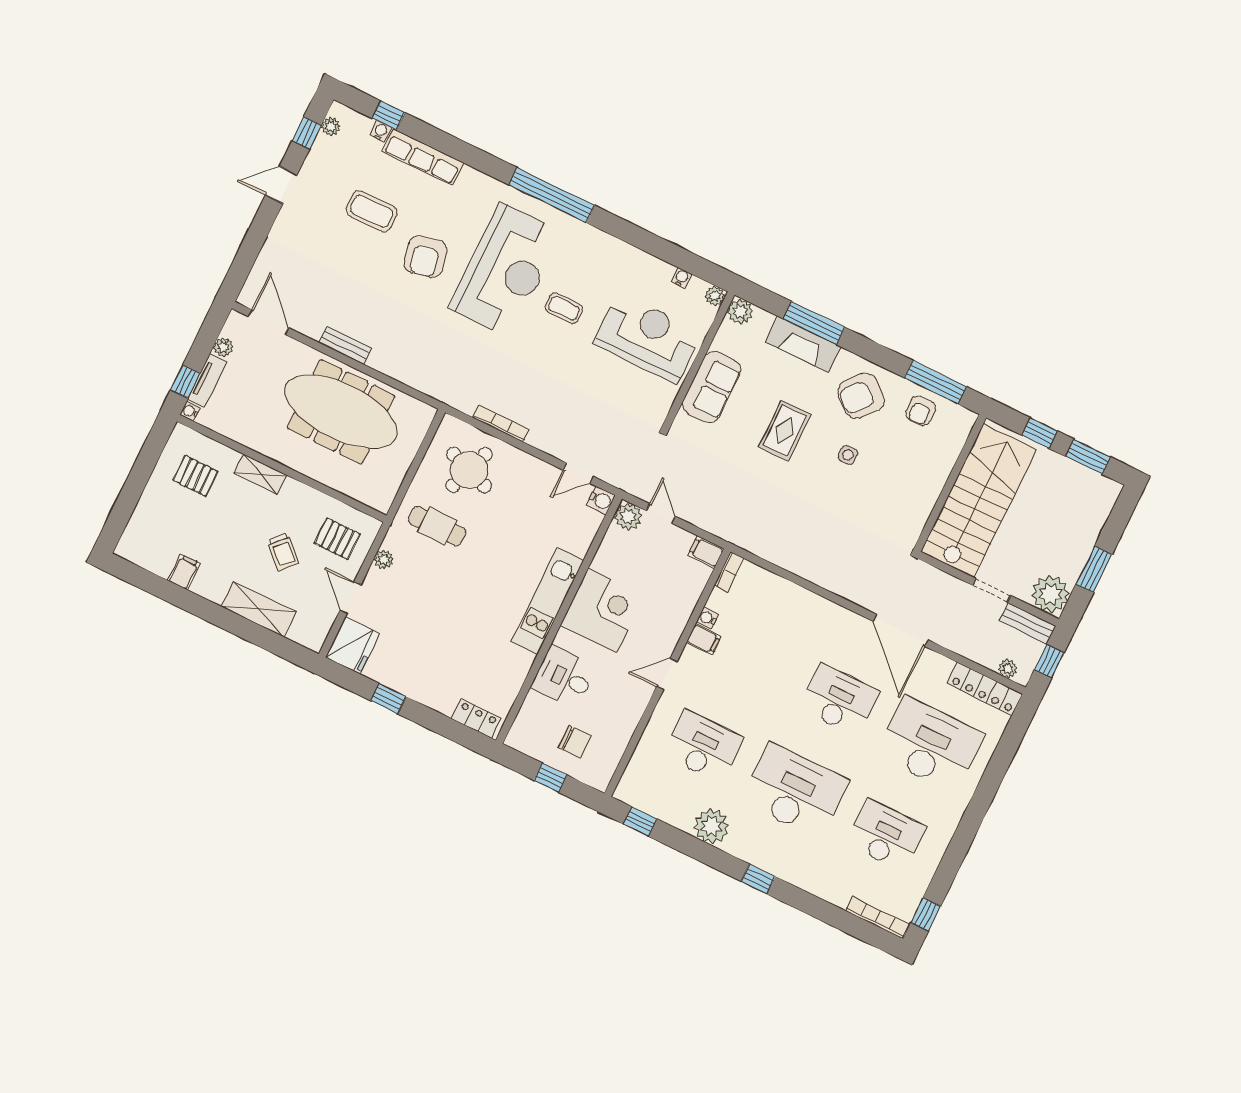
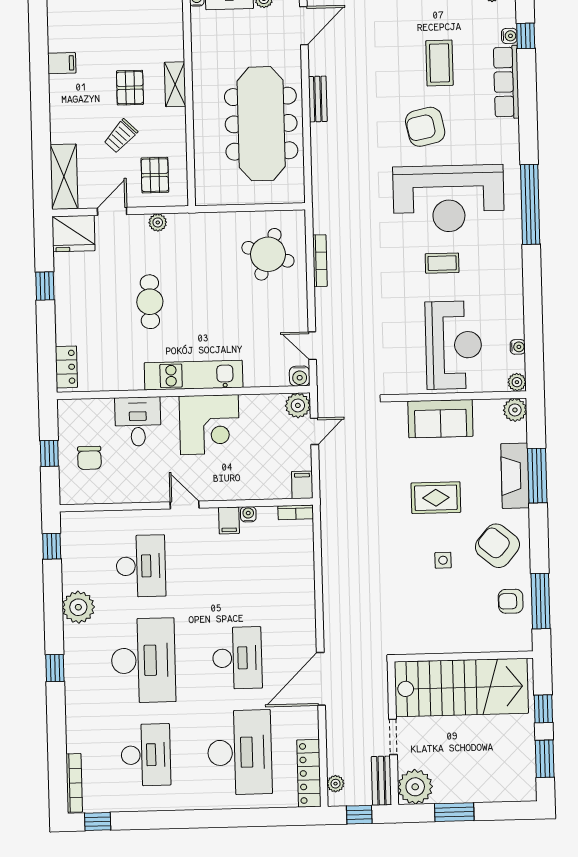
coffee table: (564, 308) -> (442, 263), turned 90
pallet: (195, 476) -> (130, 88), moved
cafe table: (437, 526) -> (150, 302), moved
shelving: (259, 609) -> (64, 177), moved

